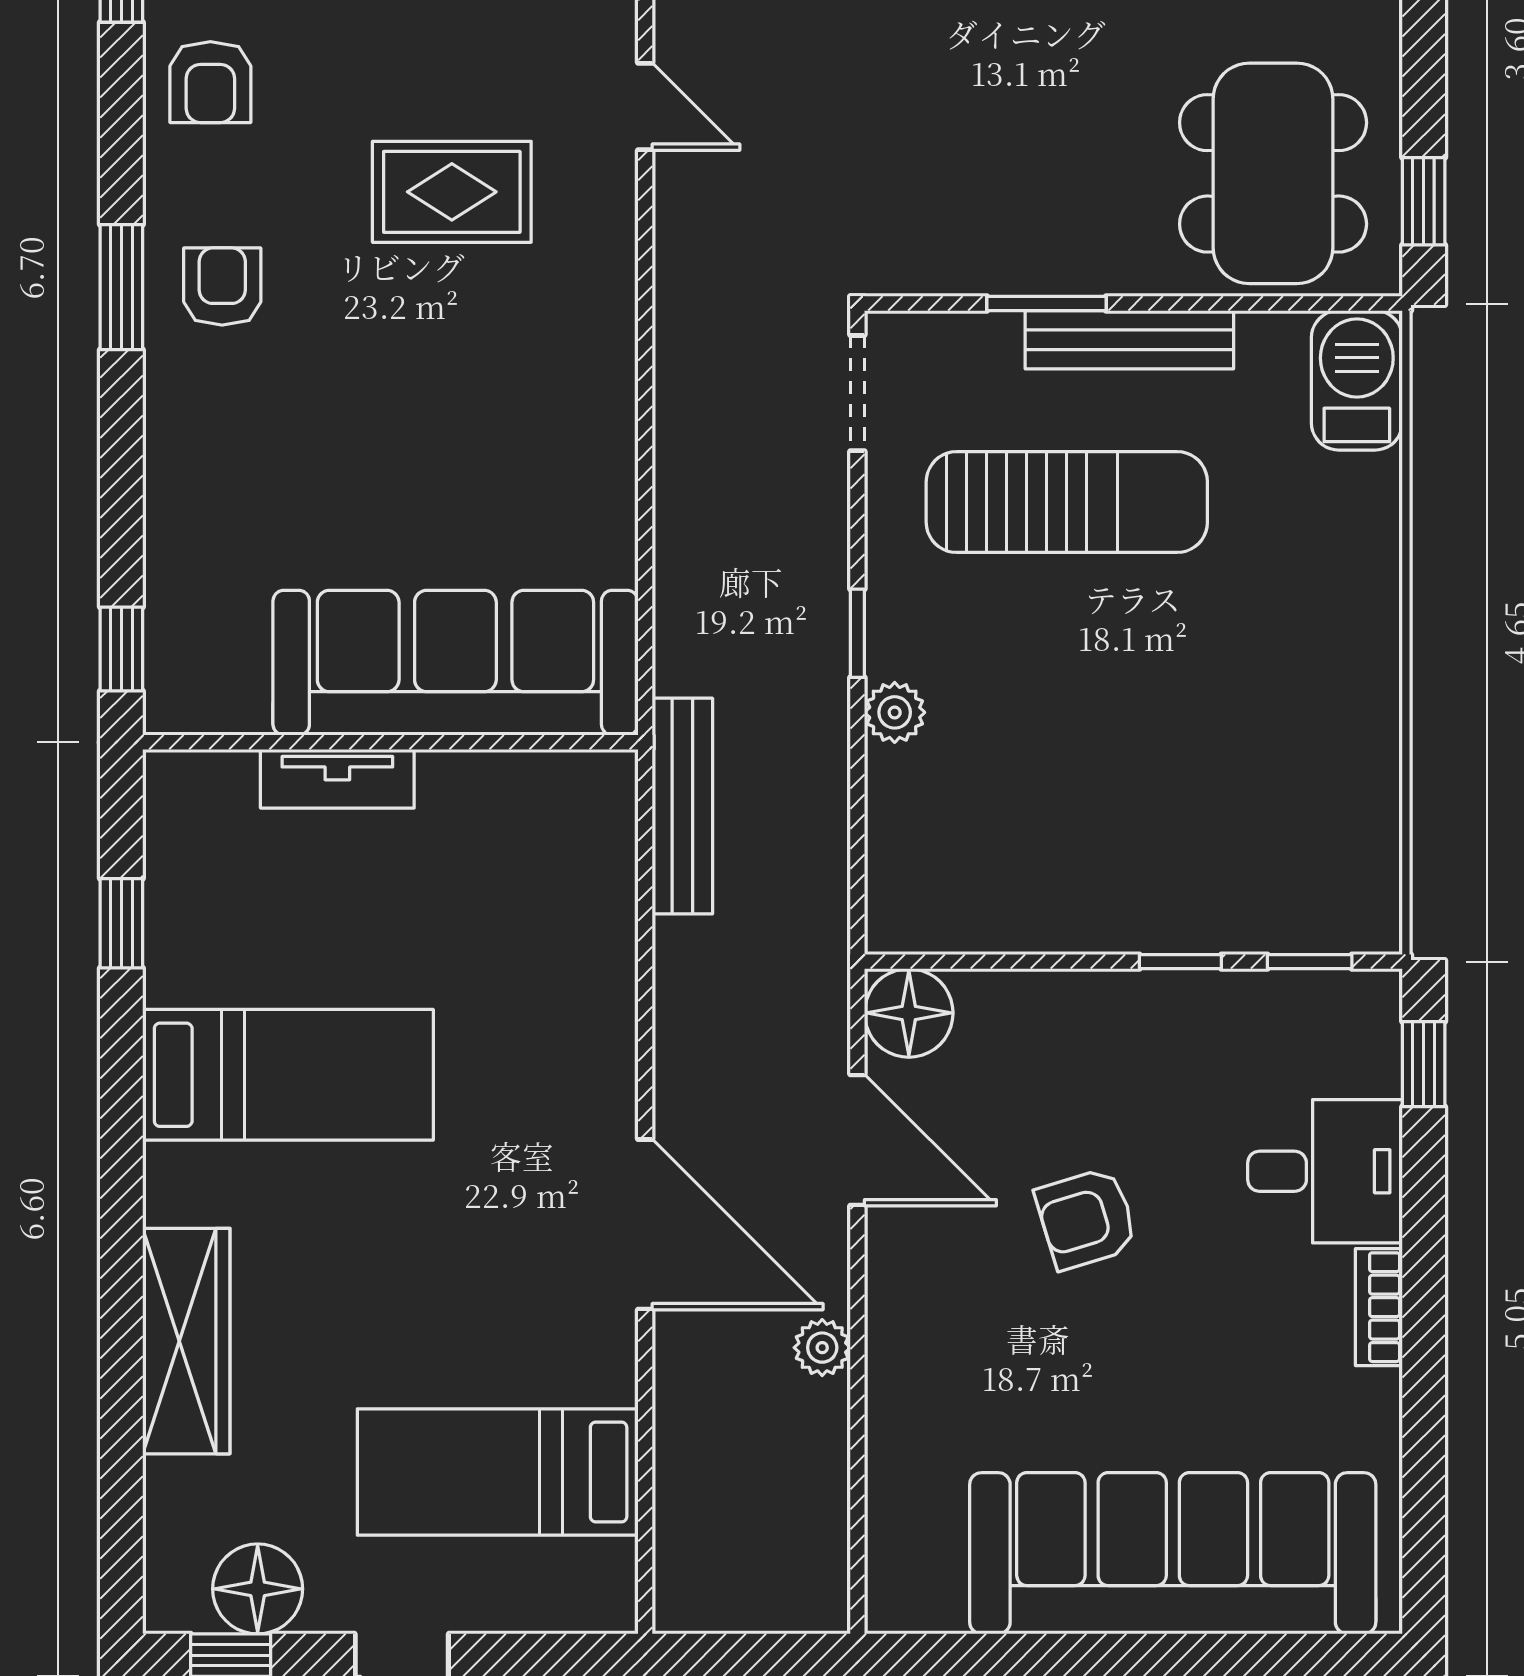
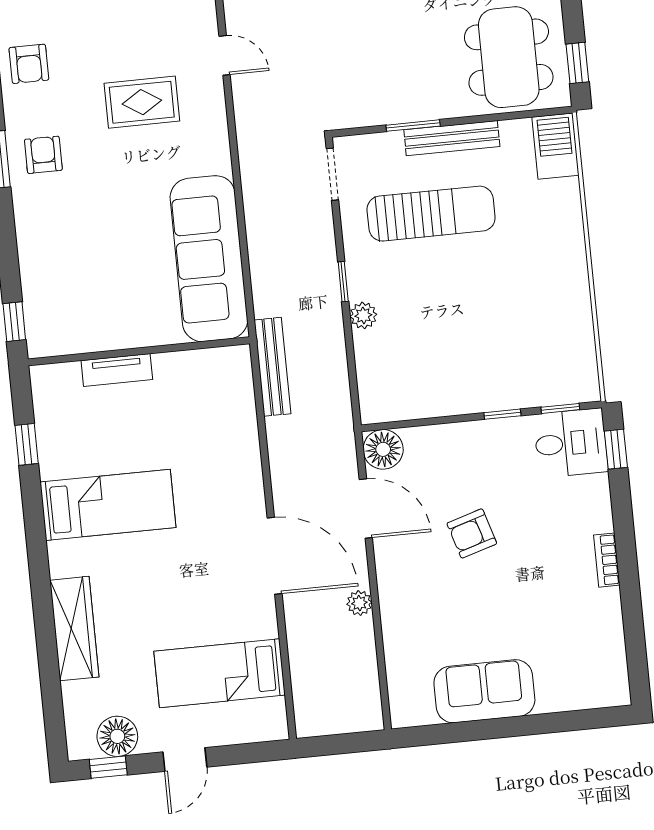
sofa: (455, 663) -> (209, 259), moved, turned -90
desk: (1325, 1171) -> (571, 443), moved
sofa: (1173, 1553) -> (484, 691), width x0.54, depth x0.79

